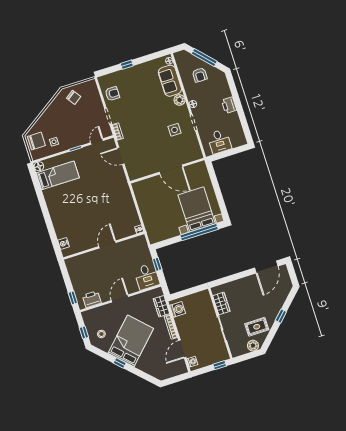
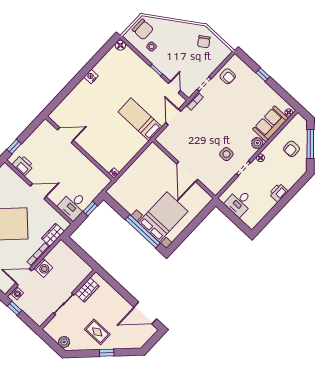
door: (97, 142) -> (174, 87), hinge flipped
bed: (58, 175) -> (140, 119), moved, turned 180
nightstand: (64, 244) -> (91, 77), moved
door: (107, 244) -> (66, 135), moved
washing machine: (178, 309) -> (43, 268), moved
rug: (257, 327) -> (97, 332), moved
window: (220, 365) -> (14, 308), moved

